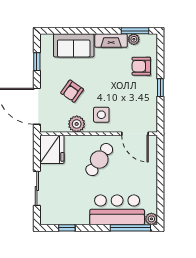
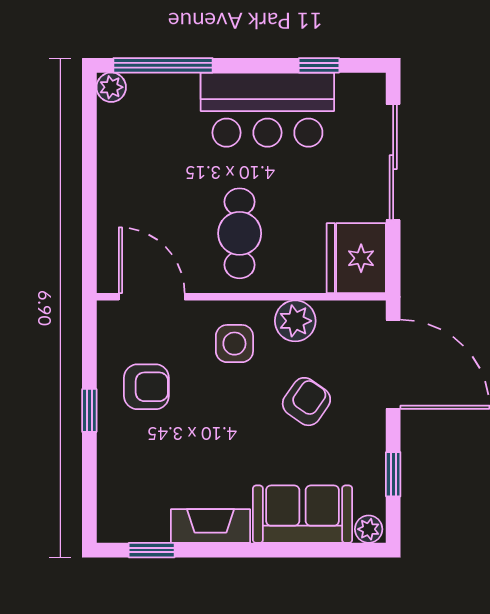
window: (135, 31) -> (152, 550), width x0.67
plant: (134, 39) -> (369, 529), moved
armchair: (141, 66) -> (146, 387), moved
cafe table: (99, 160) -> (240, 233), turned -35
sliding door: (37, 188) -> (393, 162), width x1.37
bar counter: (117, 210) -> (267, 110), moved

